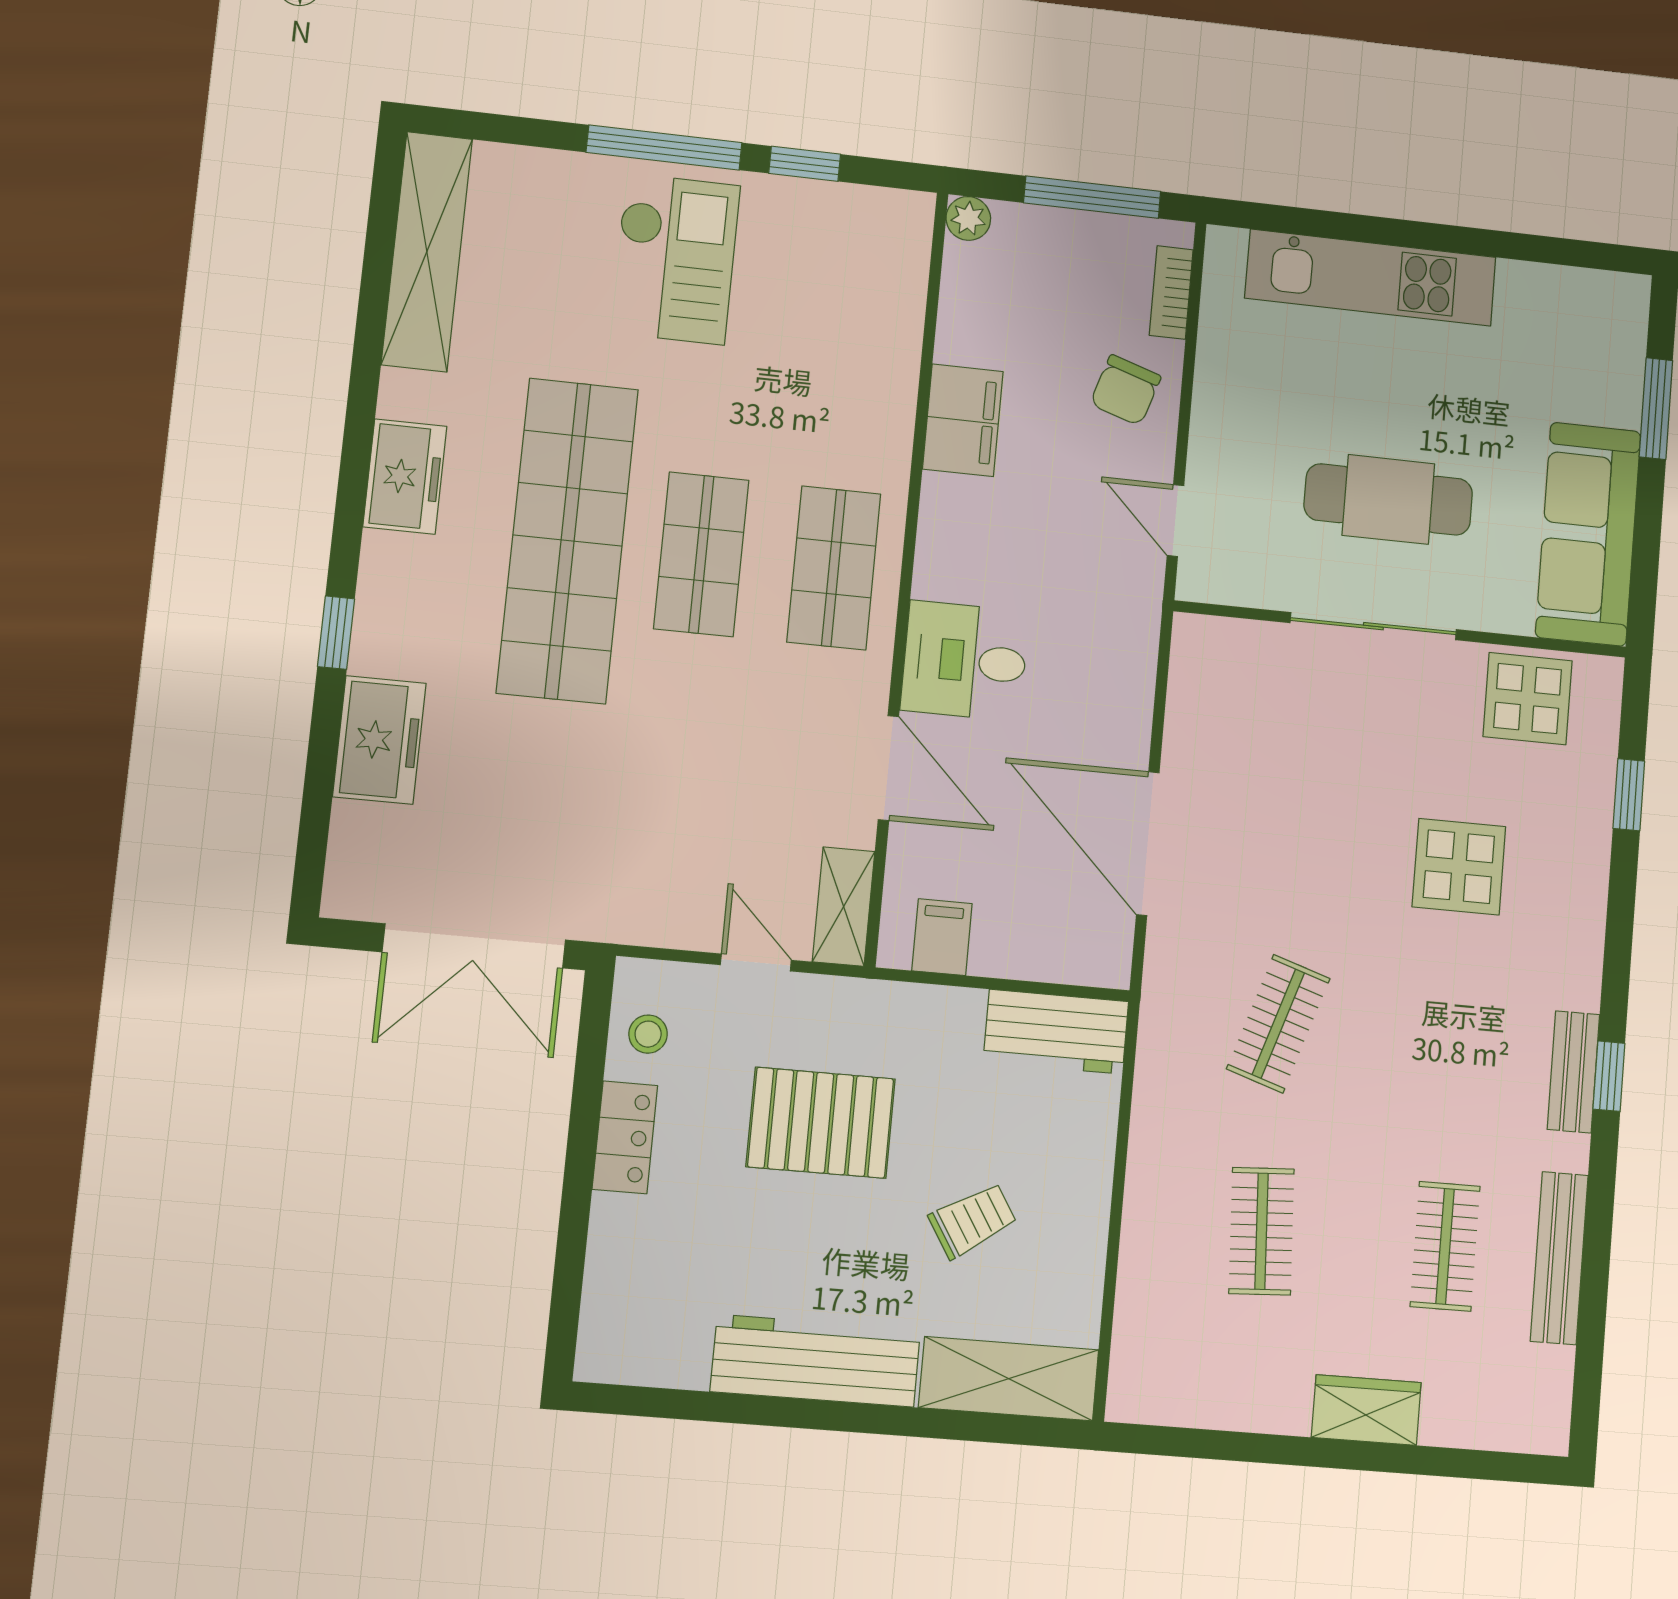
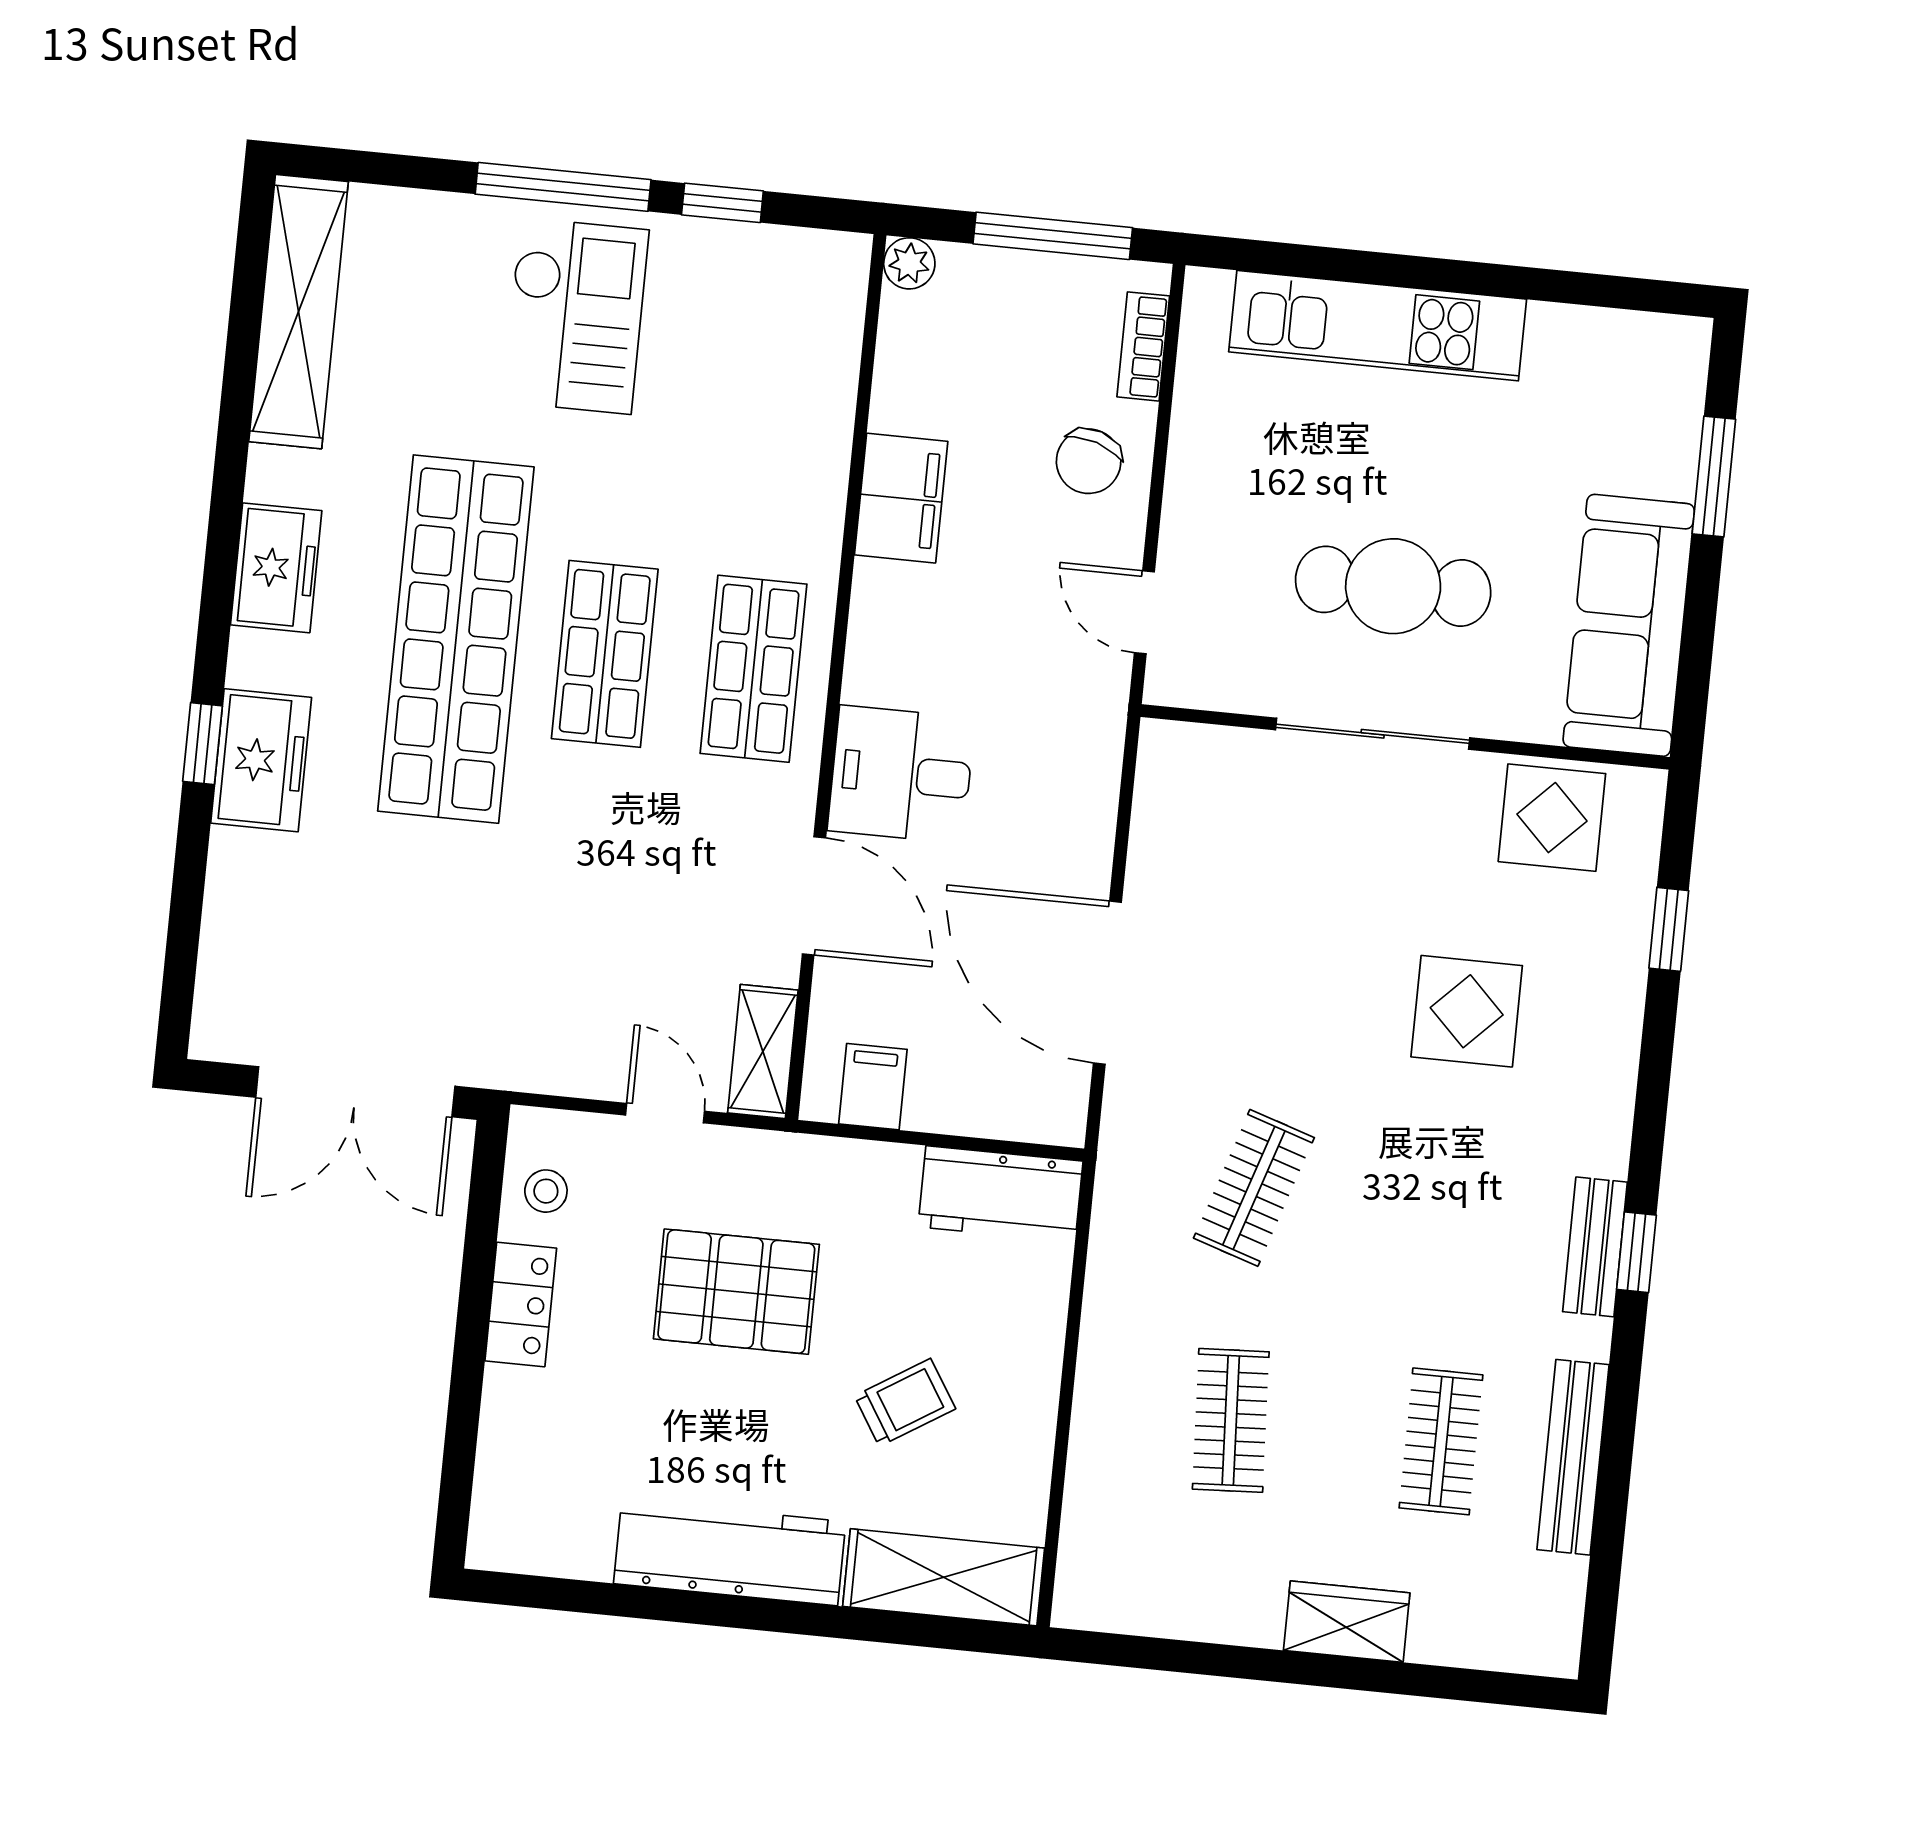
freezer: (379, 740) -> (261, 760), moved

